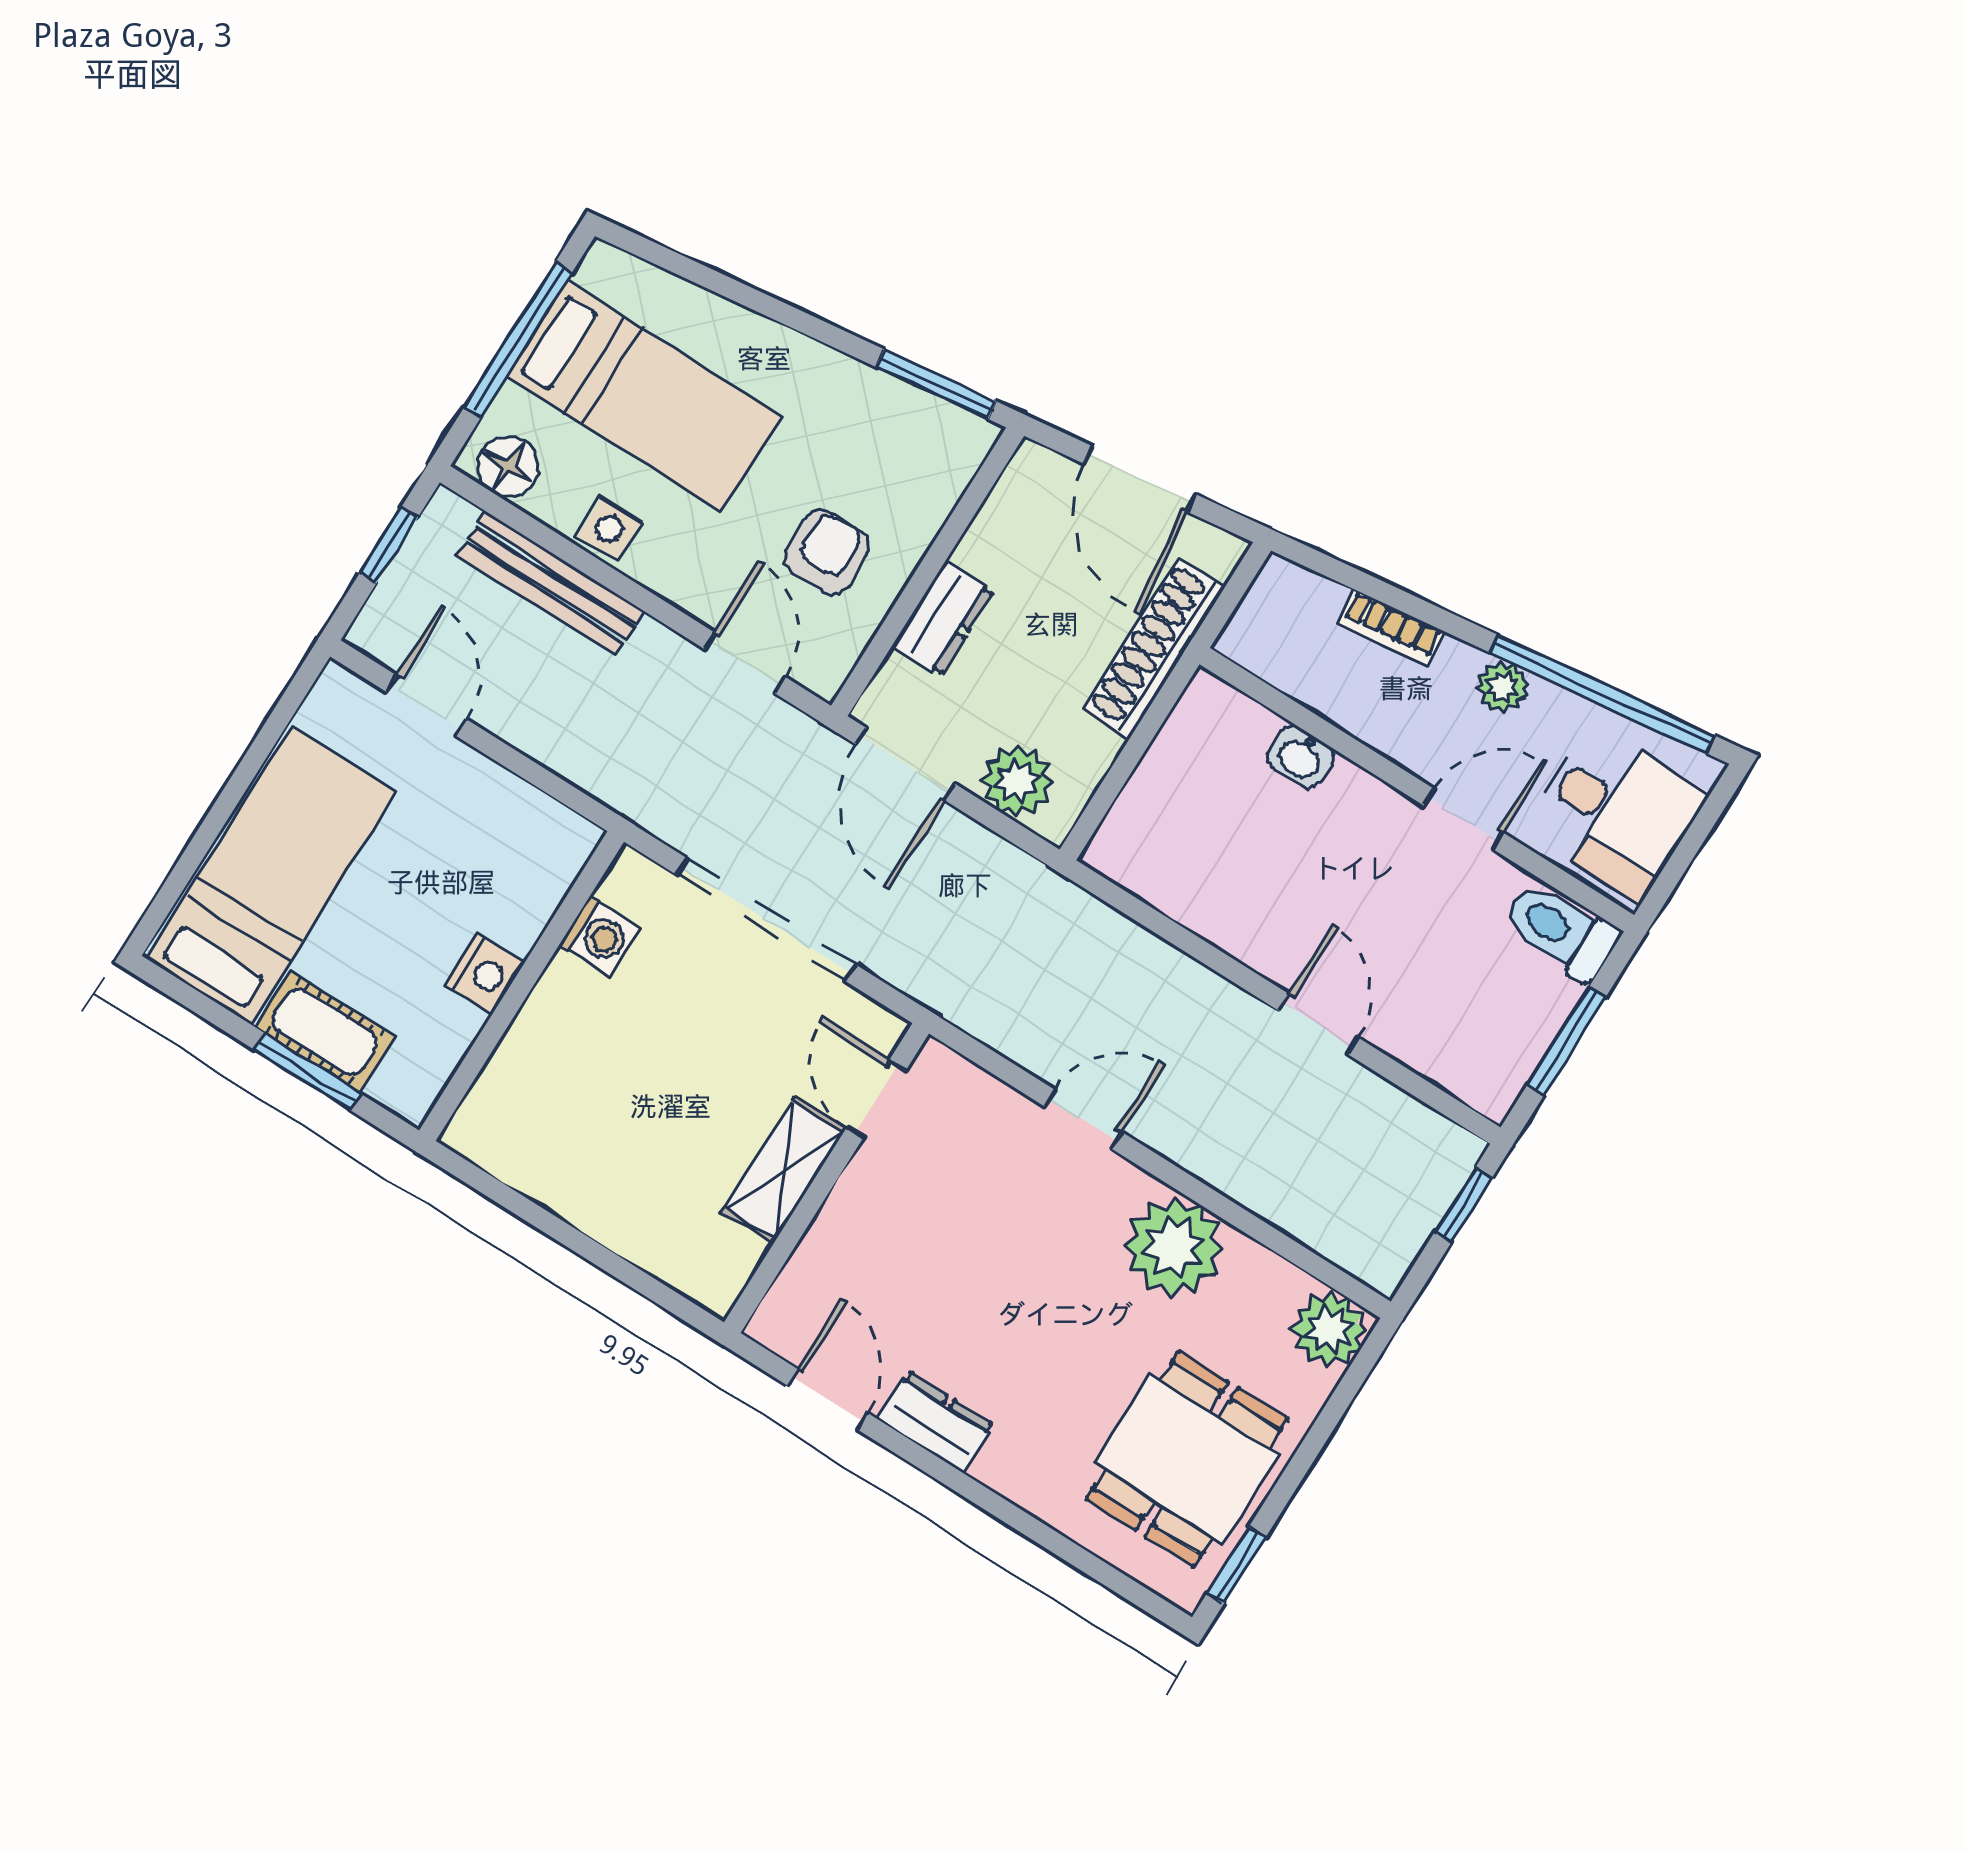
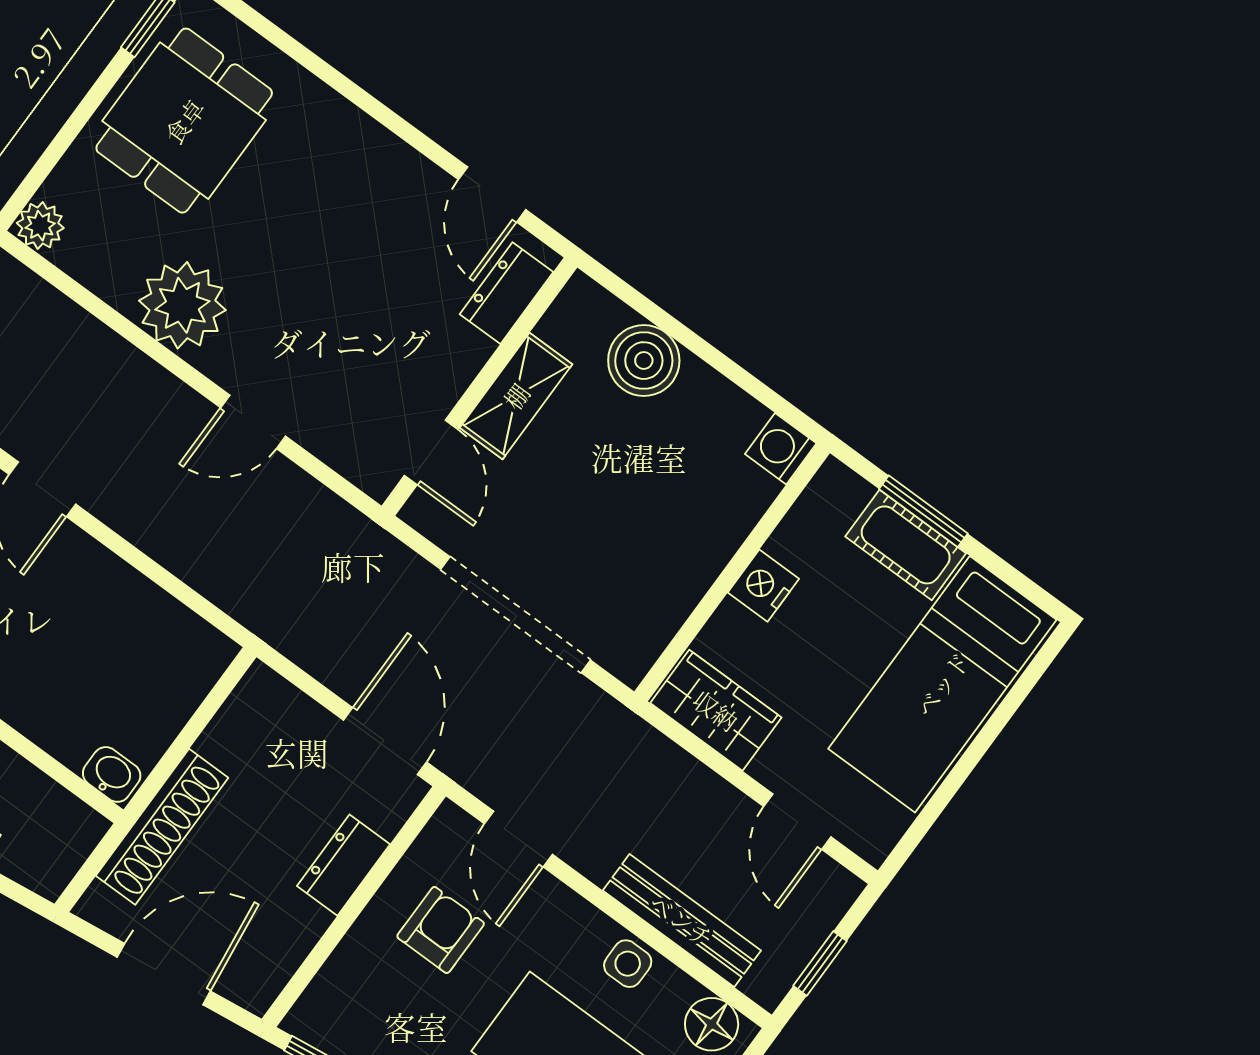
door: (1140, 479) -> (164, 974), hinge flipped
armchair: (826, 552) -> (441, 930), turned 180
washbasin: (1301, 757) -> (112, 774), moved
plant: (1017, 781) -> (289, 720), removed
wardrobe: (529, 827) -> (716, 710), added
washing machine: (599, 936) -> (781, 449), moved
boiler: (640, 1222) -> (644, 361), added
plant: (1329, 1330) -> (40, 226), width x0.73, depth x0.73
dresser: (936, 1422) -> (506, 293), moved, turned 90

